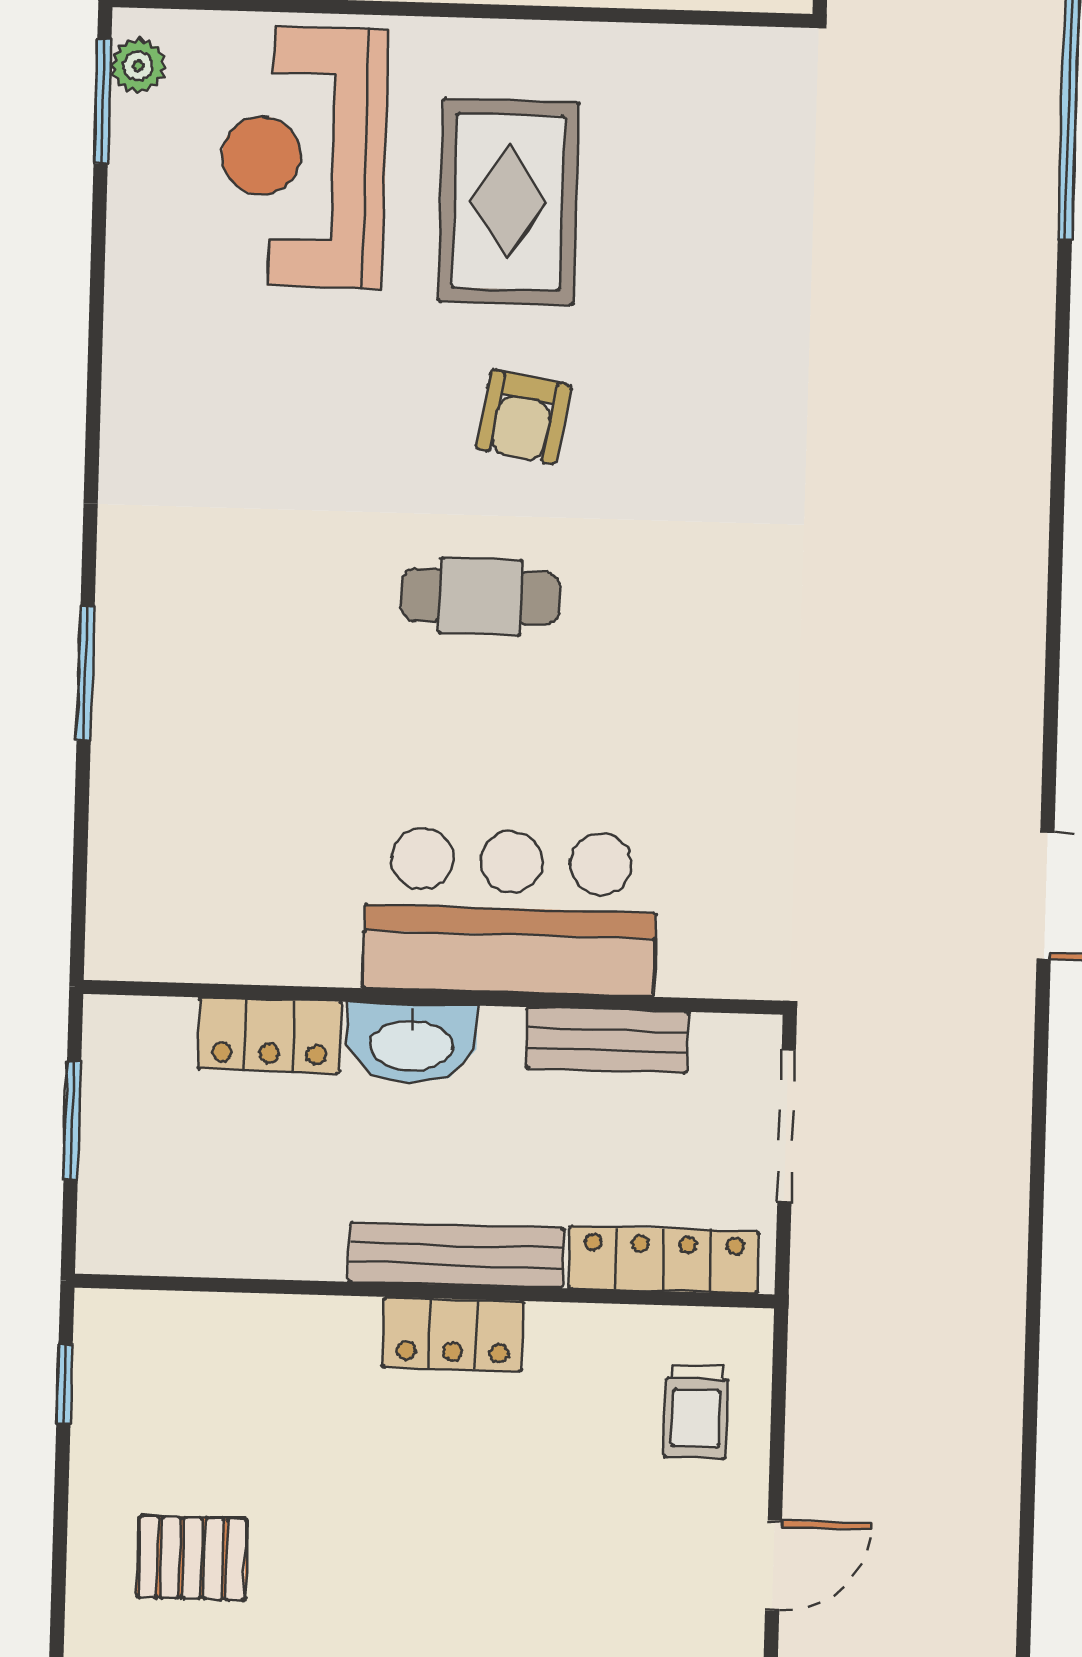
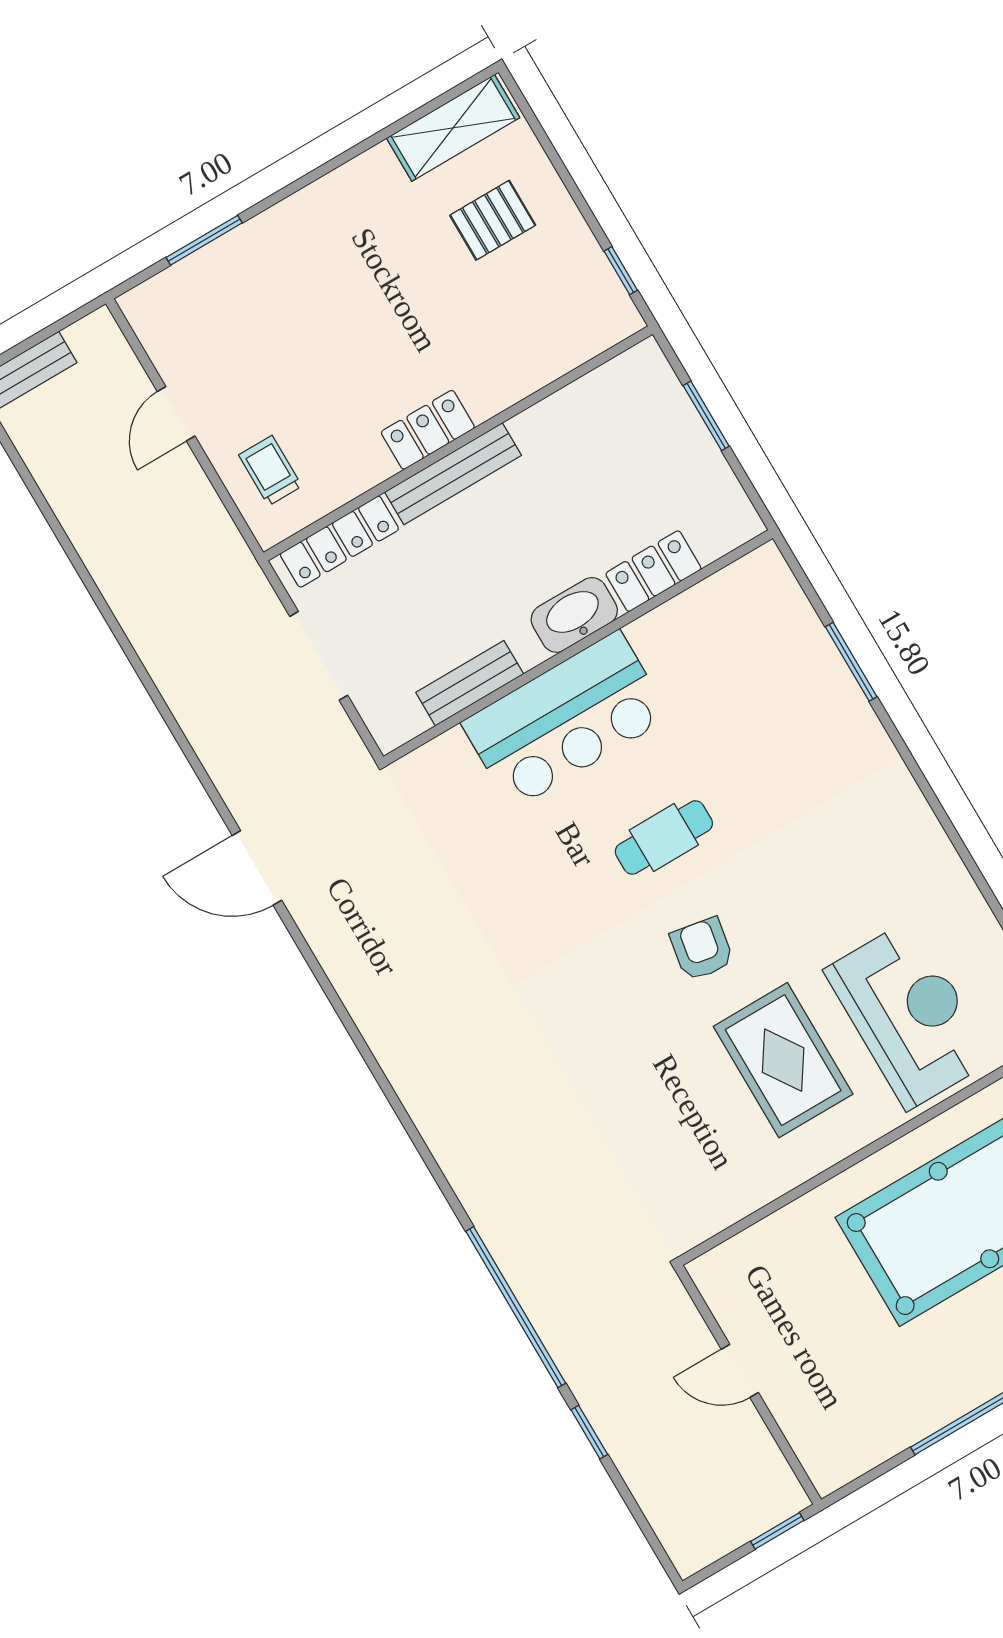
bar counter: (510, 912) -> (566, 720), moved
wall: (433, 997) -> (578, 647), moved
locker: (270, 1035) -> (653, 571), moved
bench: (607, 1040) -> (470, 683), moved
washbasin: (411, 1043) -> (574, 615), moved

